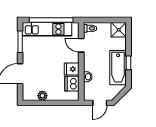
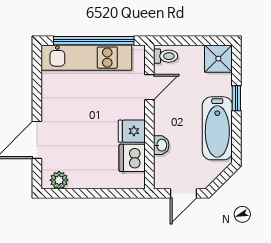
window: (20, 42) -> (37, 81), removed
door: (81, 45) -> (149, 87), swing flipped
window: (128, 63) -> (236, 98), moved
plant: (42, 96) -> (59, 180), moved

